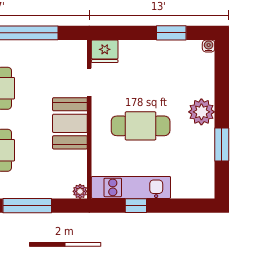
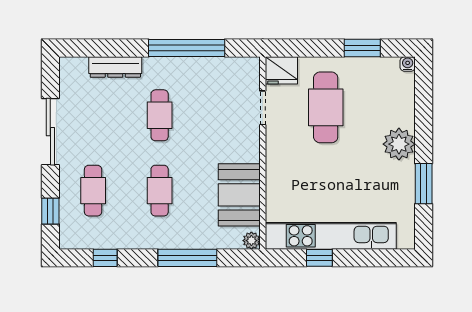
booth: (70, 123) -> (239, 195), moved
cafe table: (141, 126) -> (326, 107), moved, turned 90
kitchen unit: (131, 187) -> (331, 236), width x1.36

